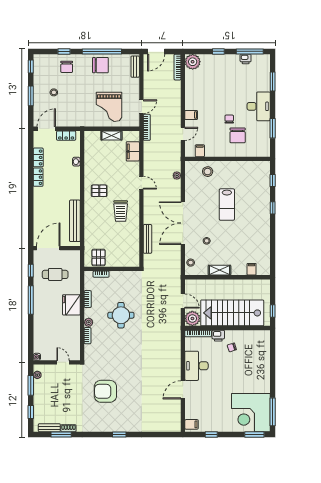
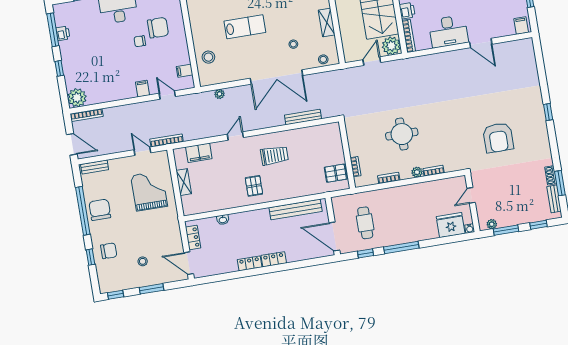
grand piano: (109, 107) -> (149, 191), turned -90
locker: (38, 157) -> (274, 259), moved
fridge: (71, 305) -> (451, 225), moved, turned 180

